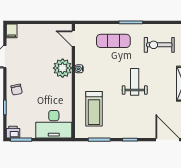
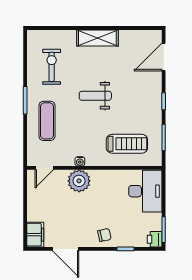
filing cabinet: (12, 31) -> (35, 235), width x2.00
exercise bike: (159, 45) -> (52, 67), turned 180

